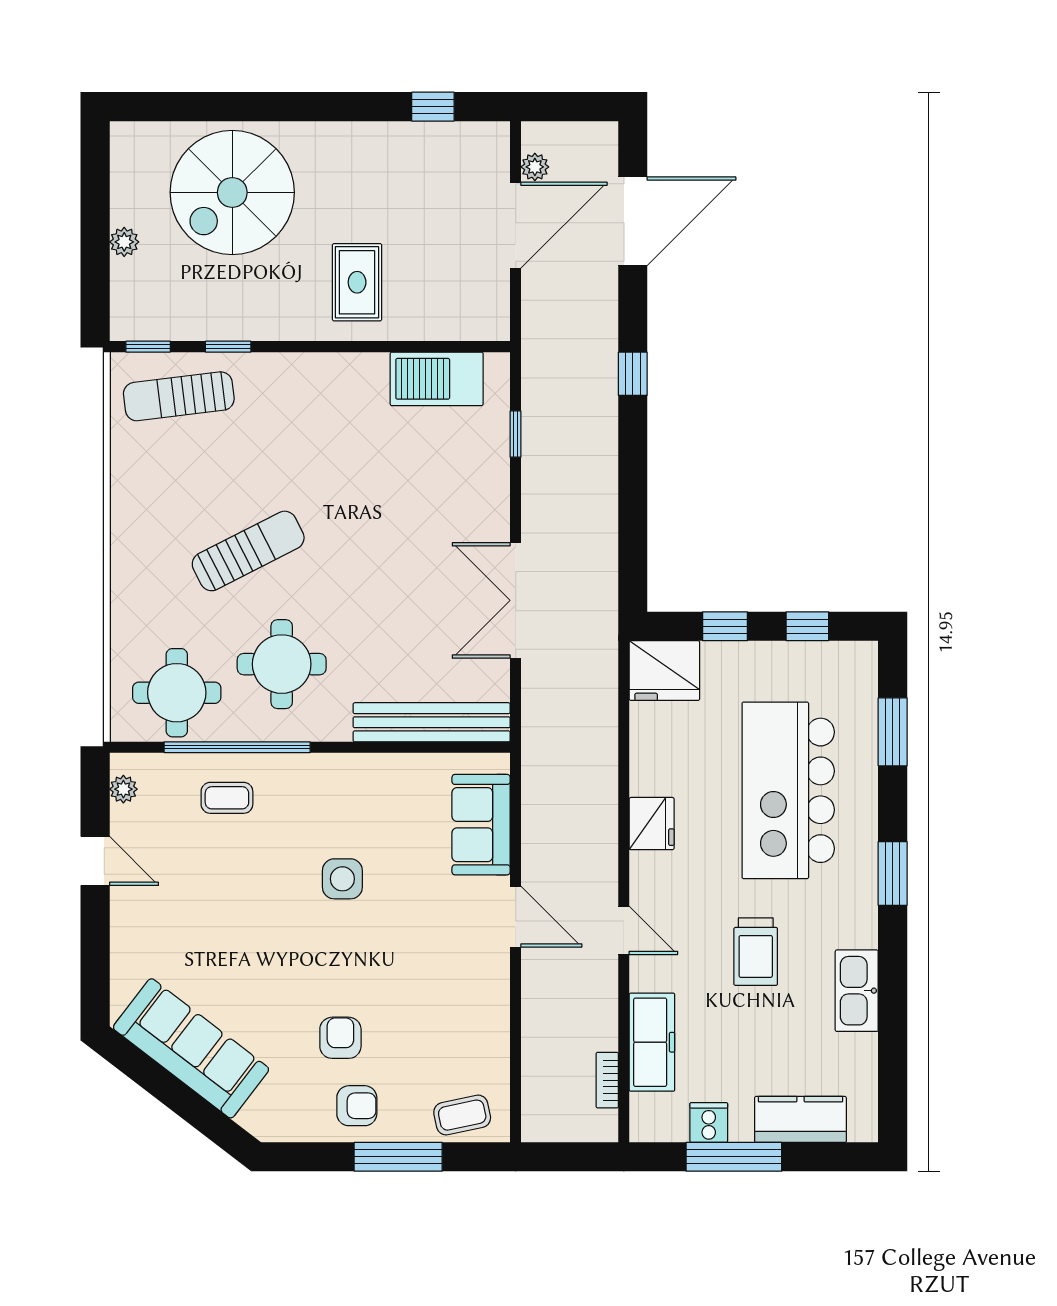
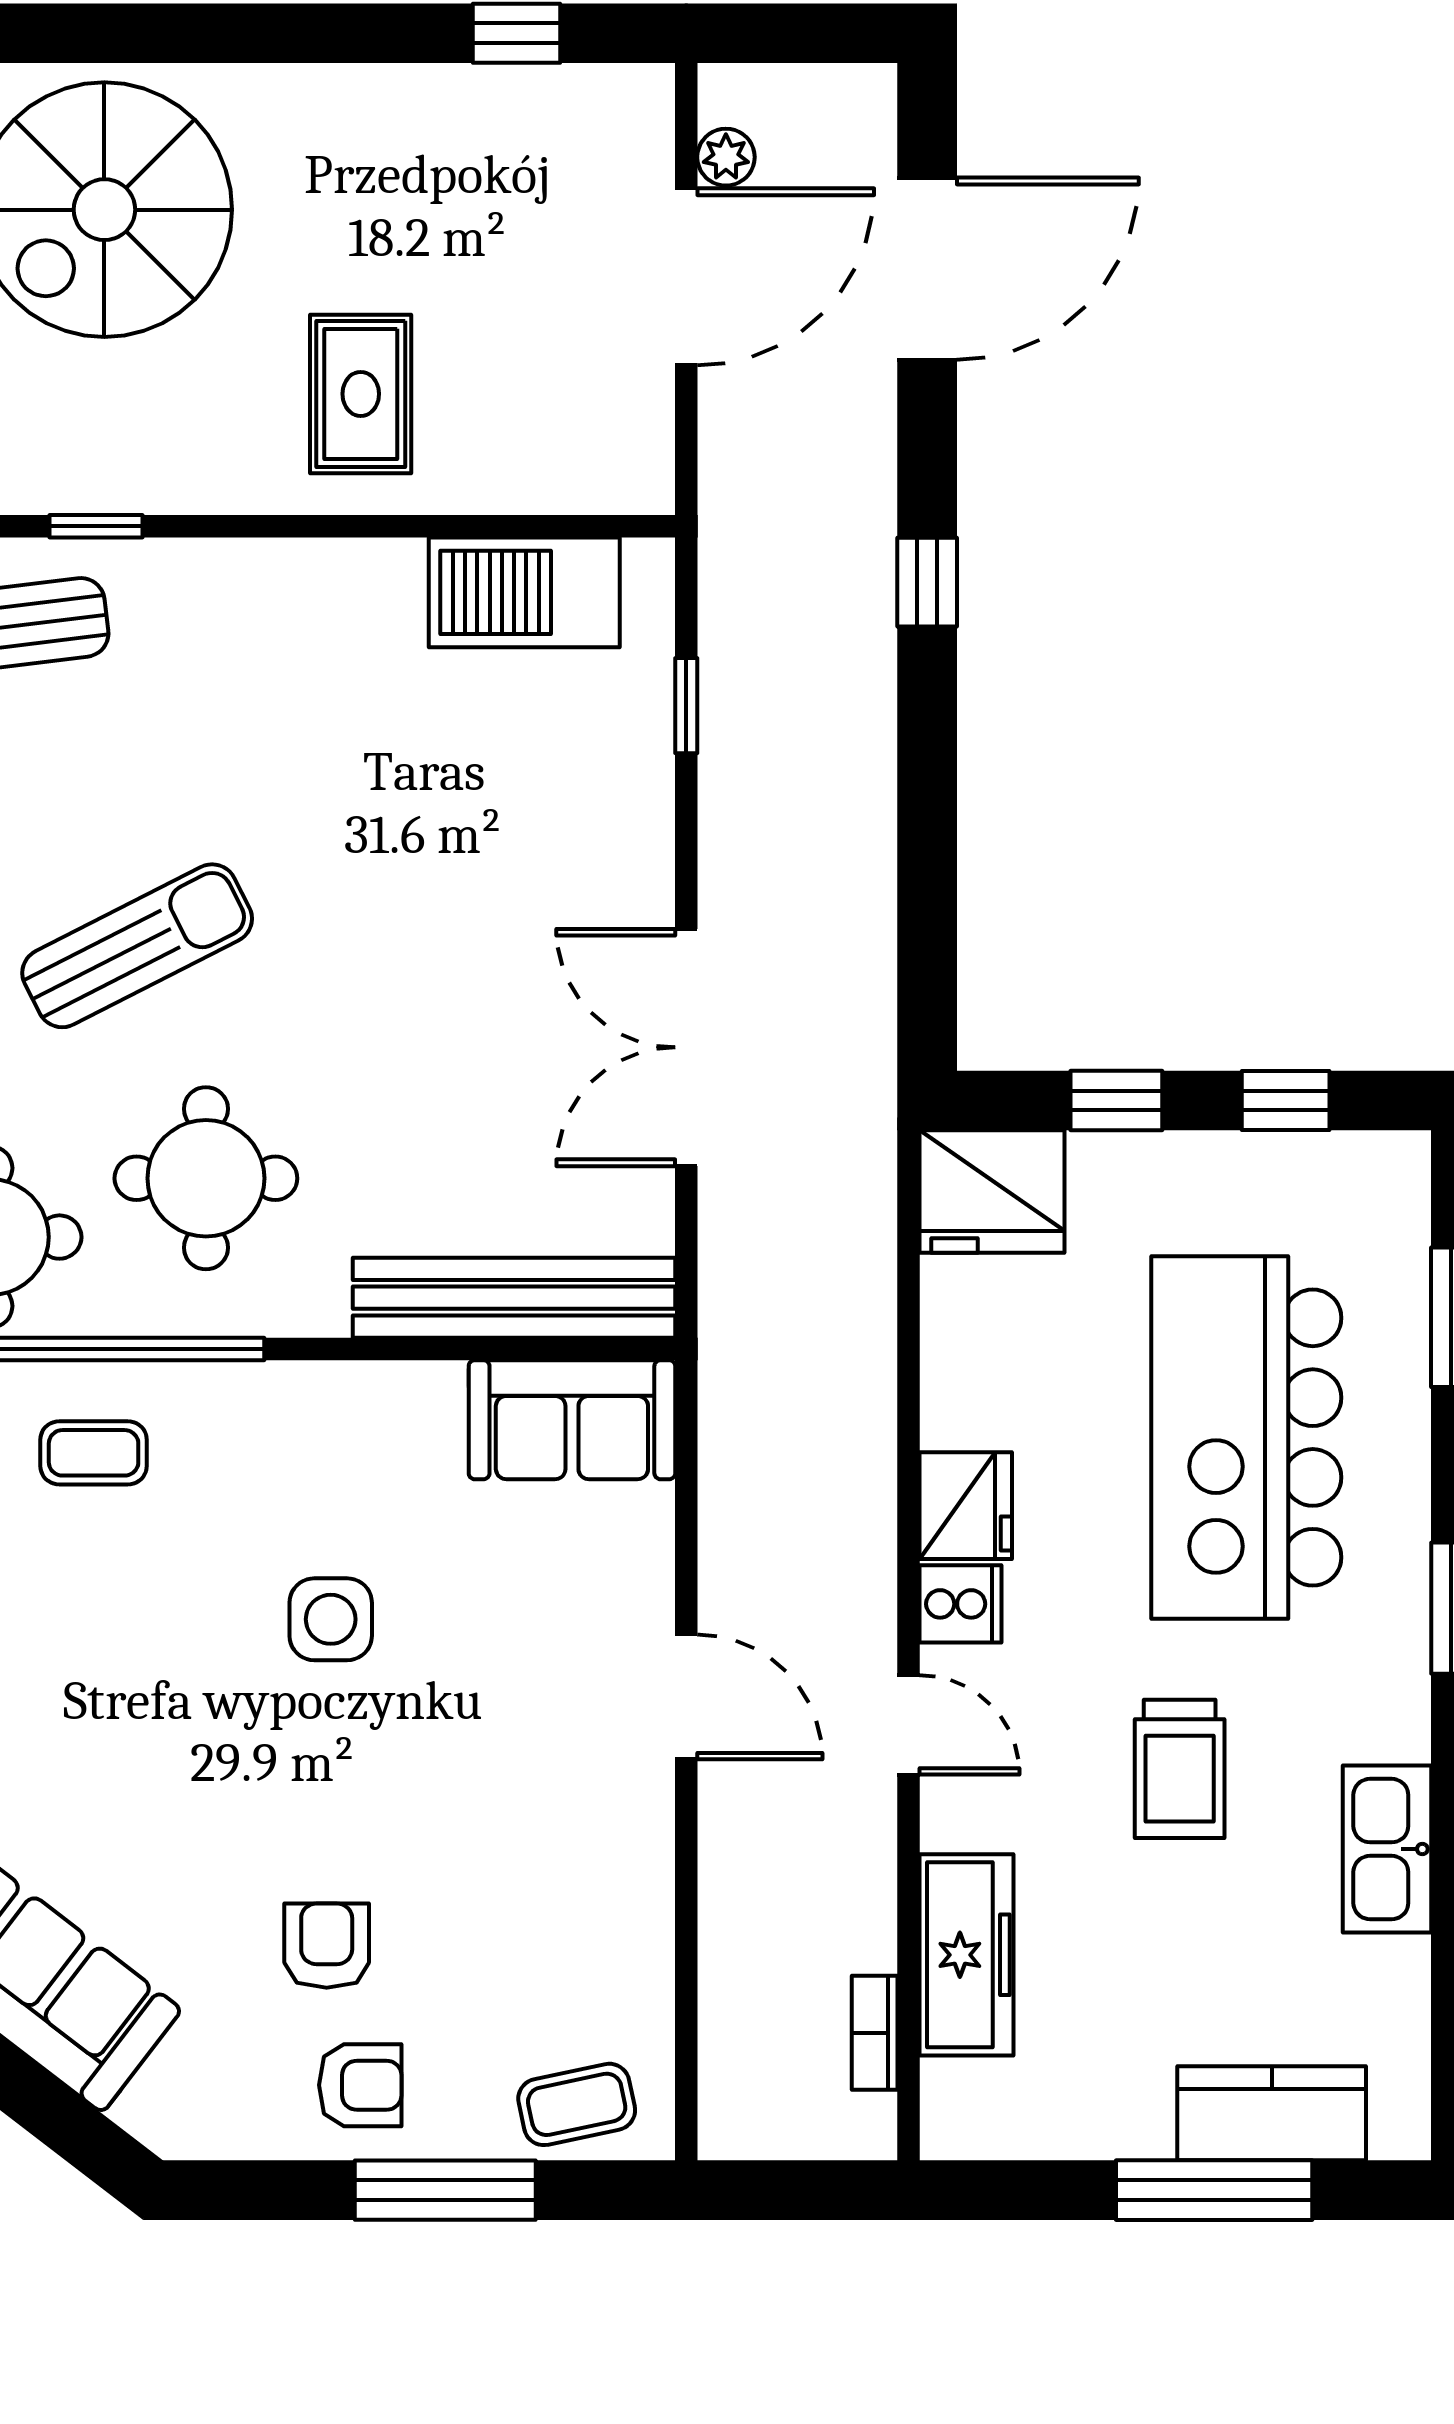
sofa: (481, 825) -> (572, 1420), moved, turned -90
cooker: (709, 1122) -> (961, 1604), moved, turned 90
window: (734, 1157) -> (1214, 2190), moved

